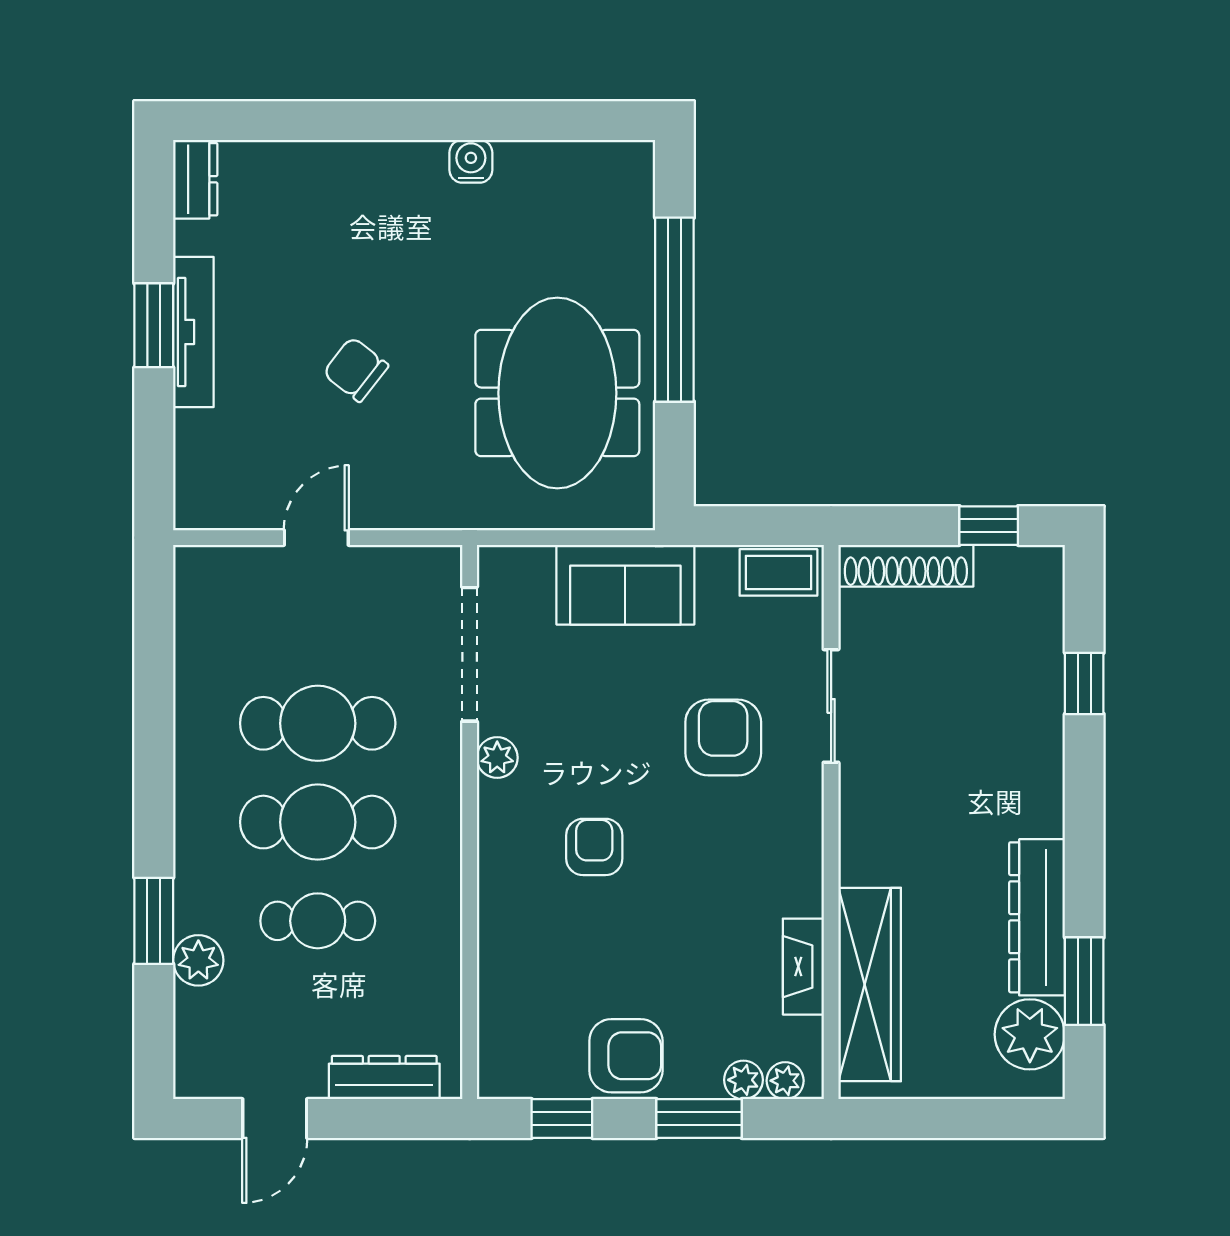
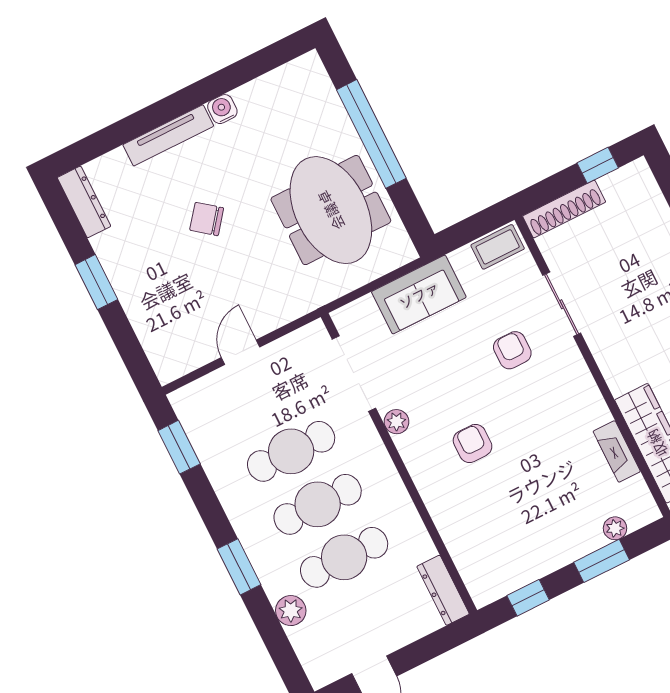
dresser: (195, 179) -> (84, 202), width x1.44
tv unit: (193, 332) -> (168, 135), moved, turned 90
chair: (356, 369) -> (207, 219), moved
window: (154, 633) -> (179, 447), added
armchair: (723, 738) -> (512, 350), width x0.72, depth x0.72
window: (154, 921) -> (239, 567), moved
cafe table: (318, 921) -> (344, 557), width x1.37, depth x1.35
armchair: (626, 1056) -> (546, 547), removed
dresser: (384, 1078) -> (443, 590), moved, turned -90
plant: (785, 1081) -> (638, 518), removed

